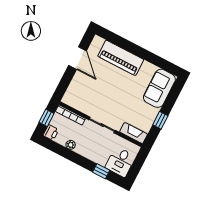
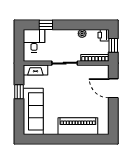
door: (77, 58) -> (113, 88), moved
sofa: (159, 88) -> (33, 111), width x1.36

